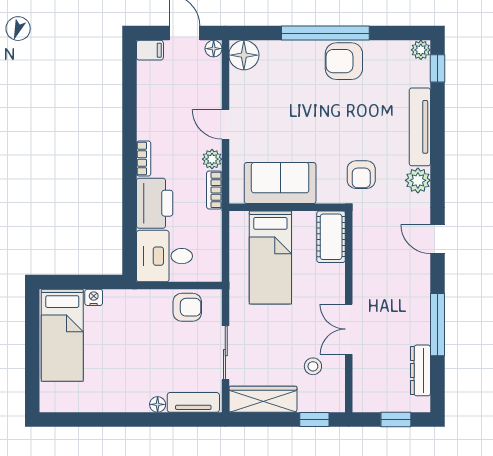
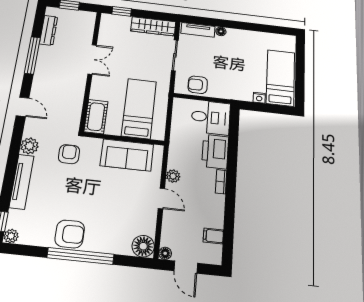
filing cabinet: (150, 50) -> (213, 236), moved
bookcase: (214, 190) -> (173, 156), removed
stool: (313, 366) -> (119, 41), removed

